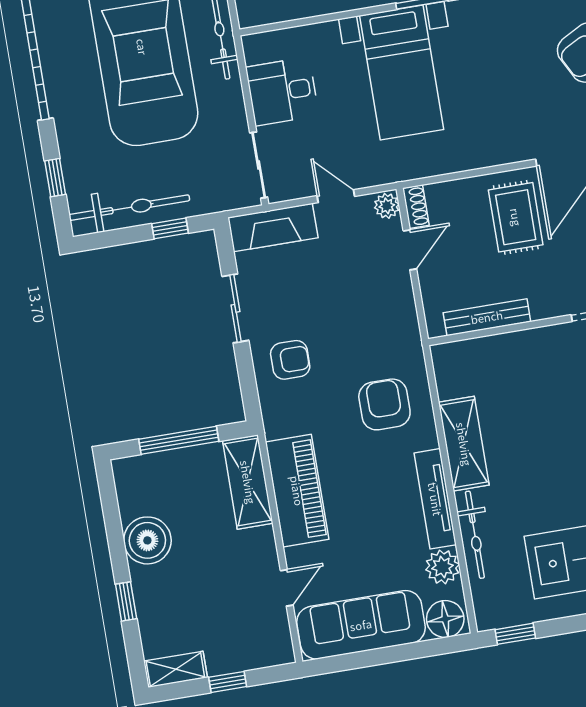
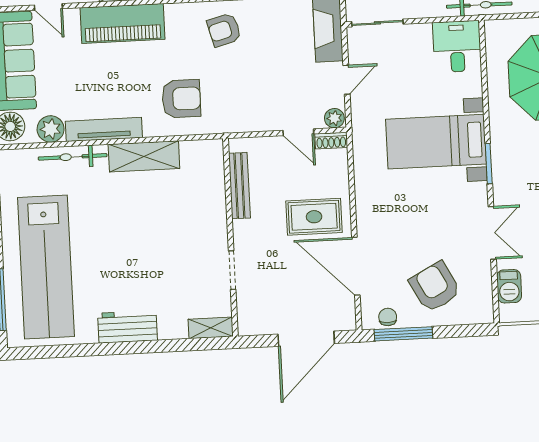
desk: (282, 91) -> (457, 46), moved
armchair: (290, 360) -> (224, 30), turned 75

